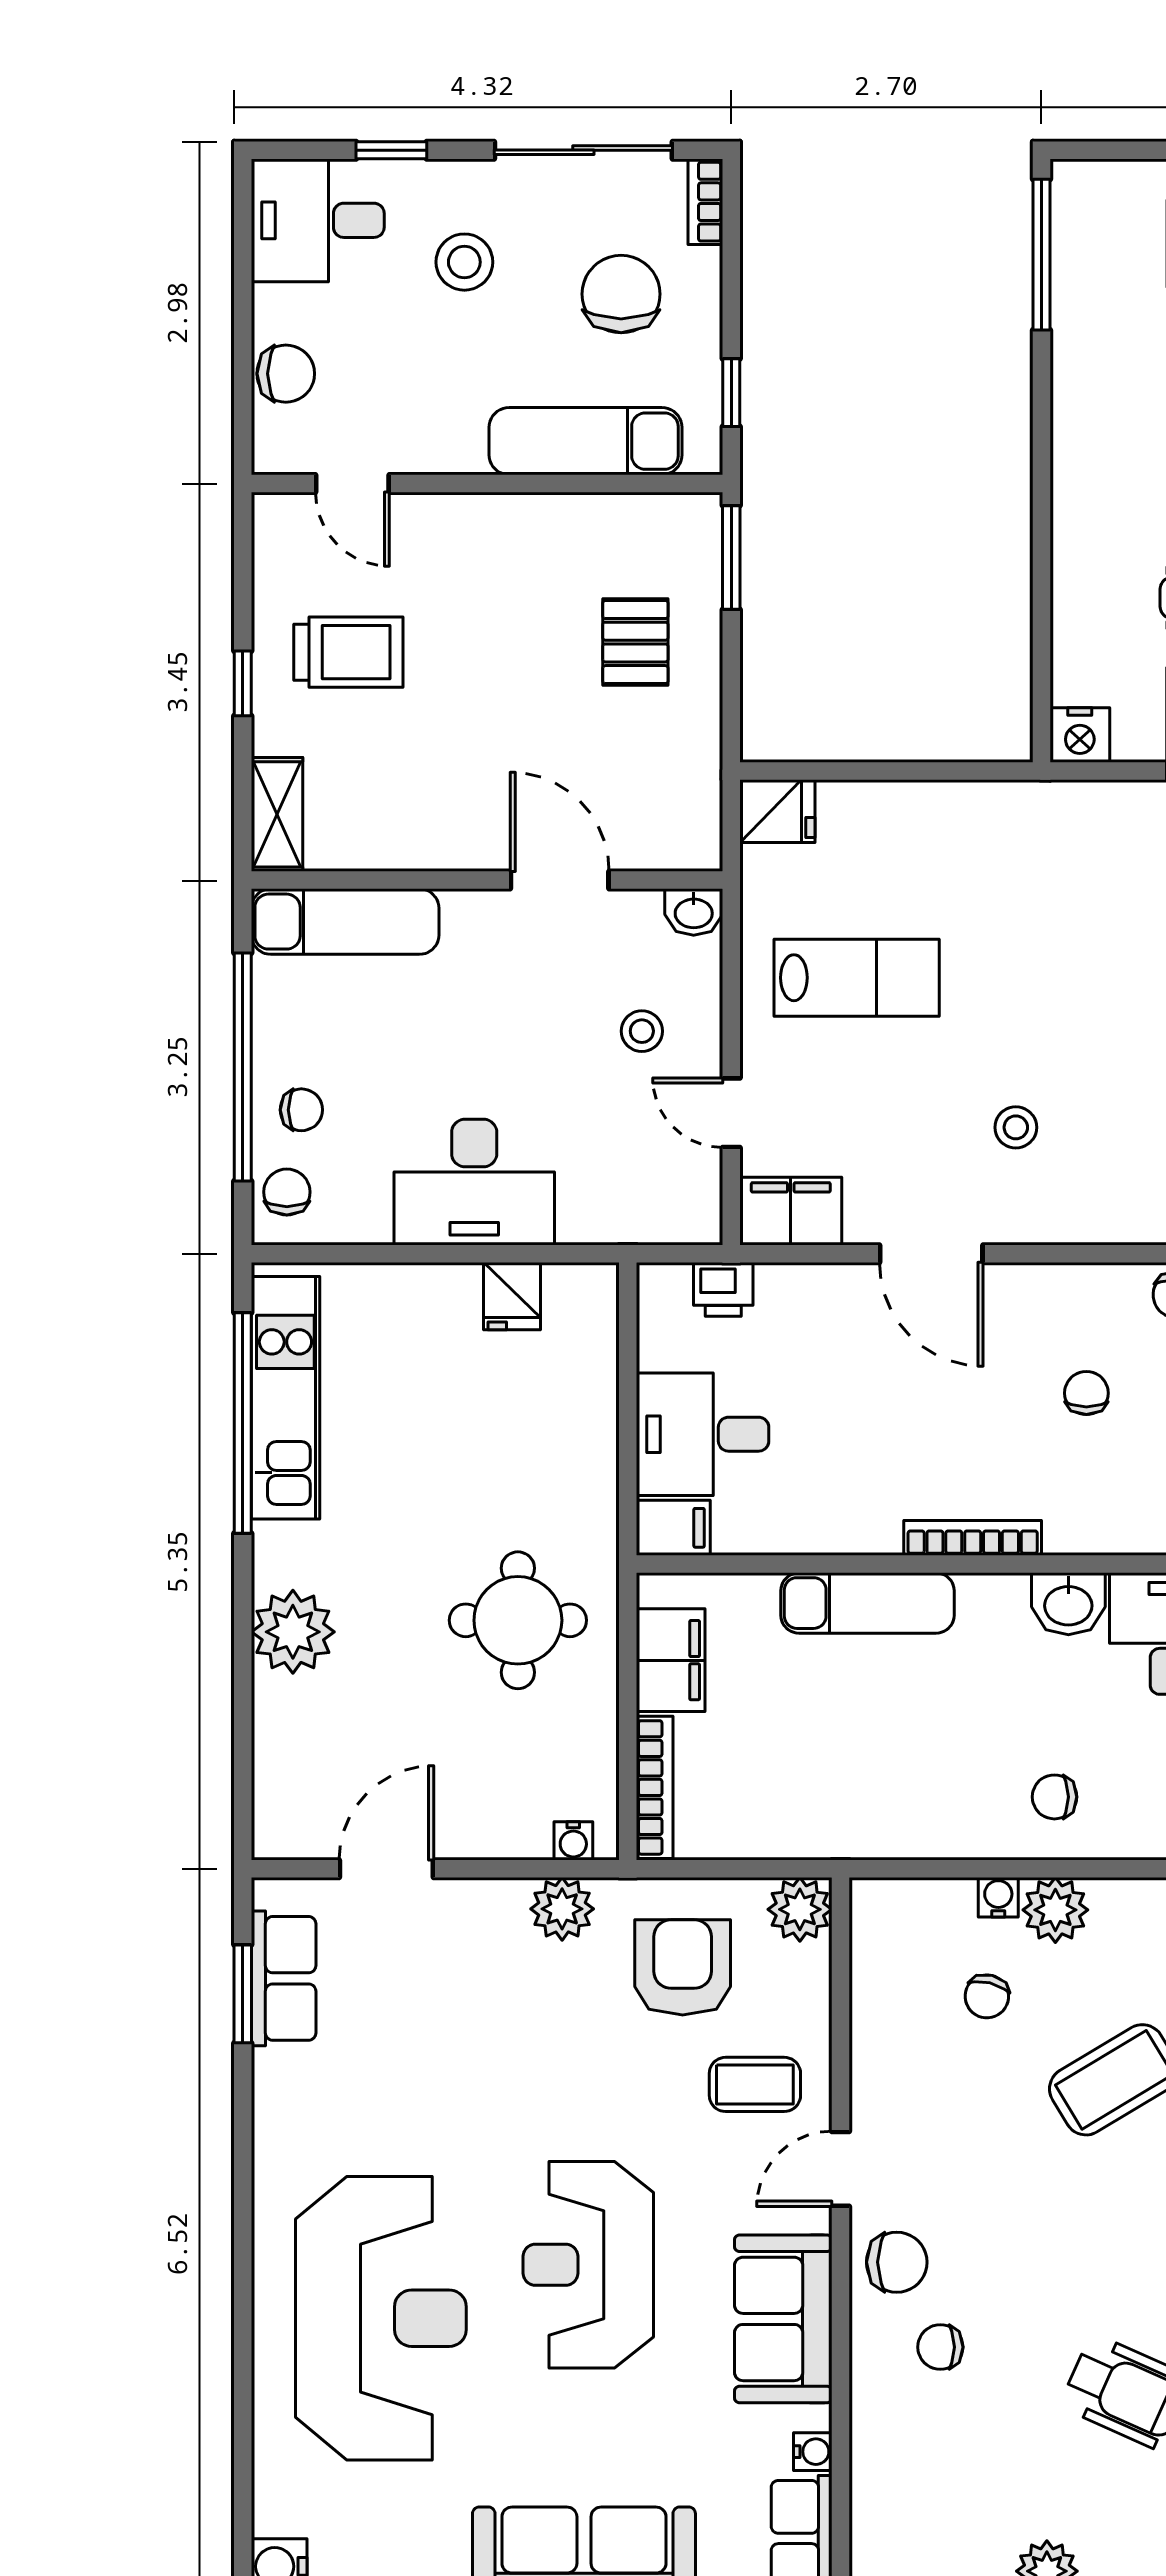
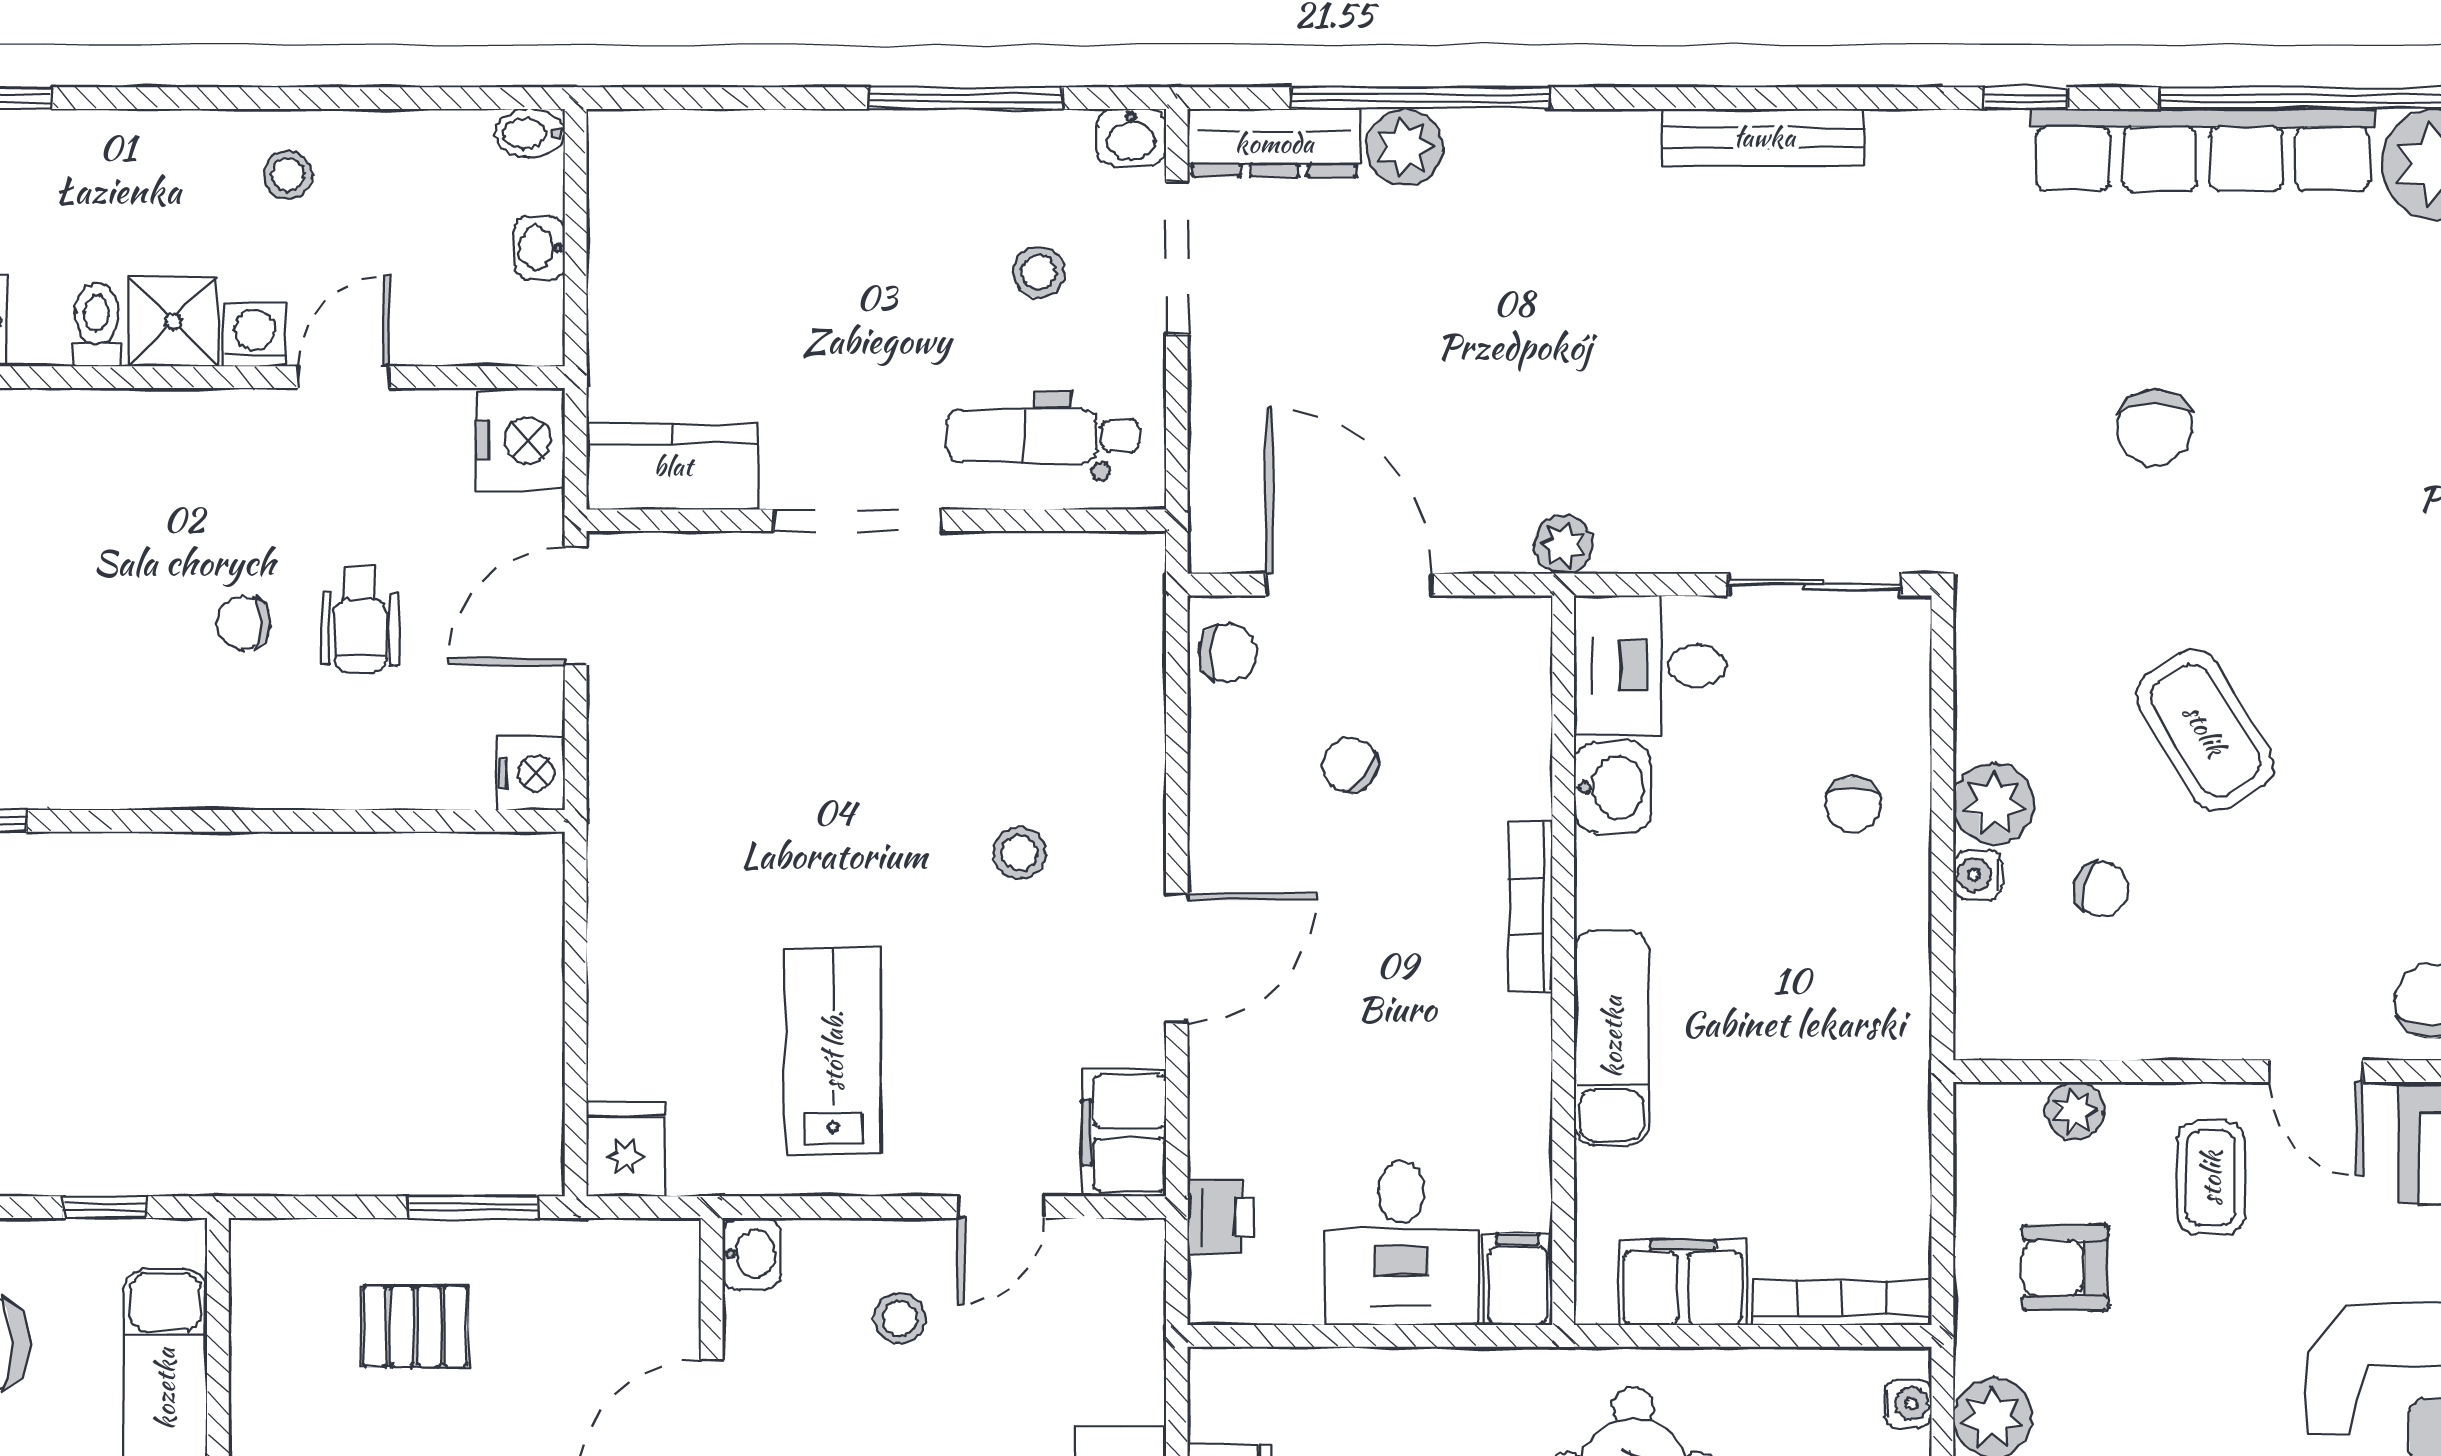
window: (731, 557) -> (473, 1207), moved
chair: (1086, 1393) -> (1350, 765), turned 40
plant: (800, 1909) -> (2075, 1111), moved, width x0.73, depth x0.73
armchair: (683, 1967) -> (2065, 1268), width x0.72, depth x0.72

